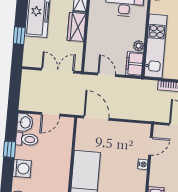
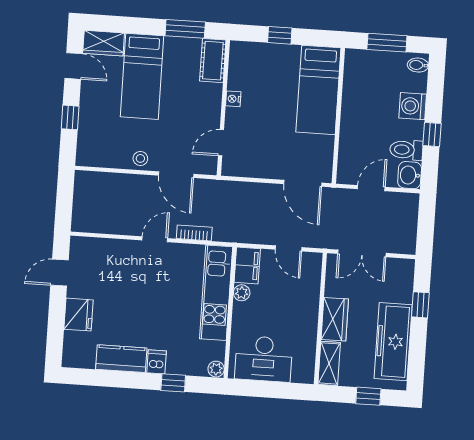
nightstand: (143, 164) -> (233, 99), moved

